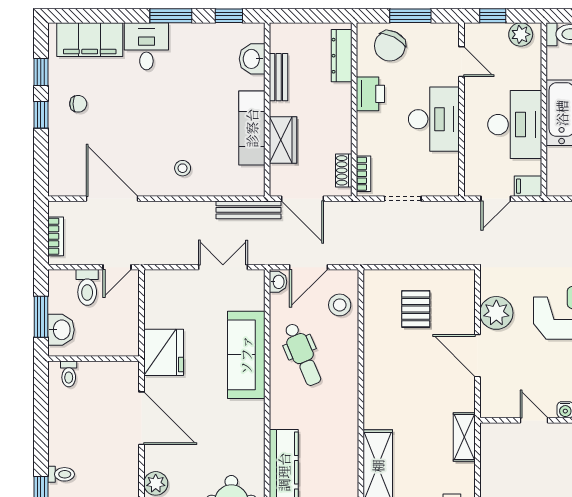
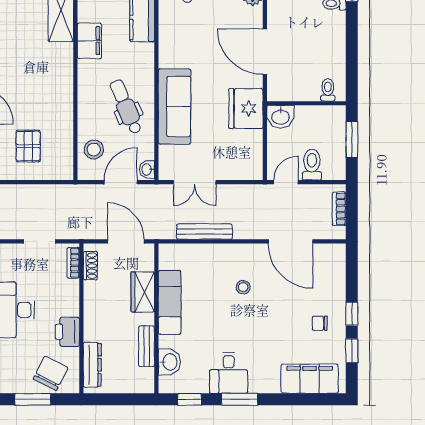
desk: (146, 46) -> (229, 373), moved
stool: (183, 168) -> (243, 287), moved
bench: (248, 210) -> (204, 232), moved
washbasin: (61, 330) -> (281, 117), moved, turned -90
filing cabinet: (345, 431) -> (89, 41), added

